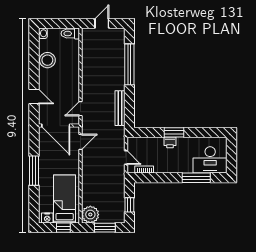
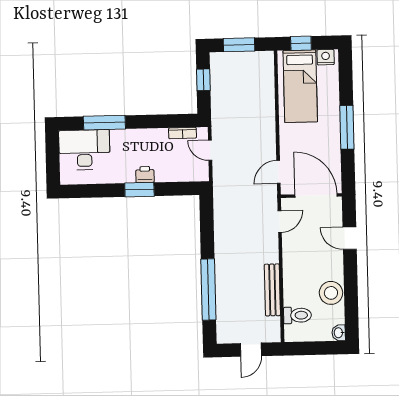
toilet: (70, 34) -> (297, 315), moved
bench: (120, 108) -> (272, 290), moved
plant: (90, 215) -> (261, 64), removed

